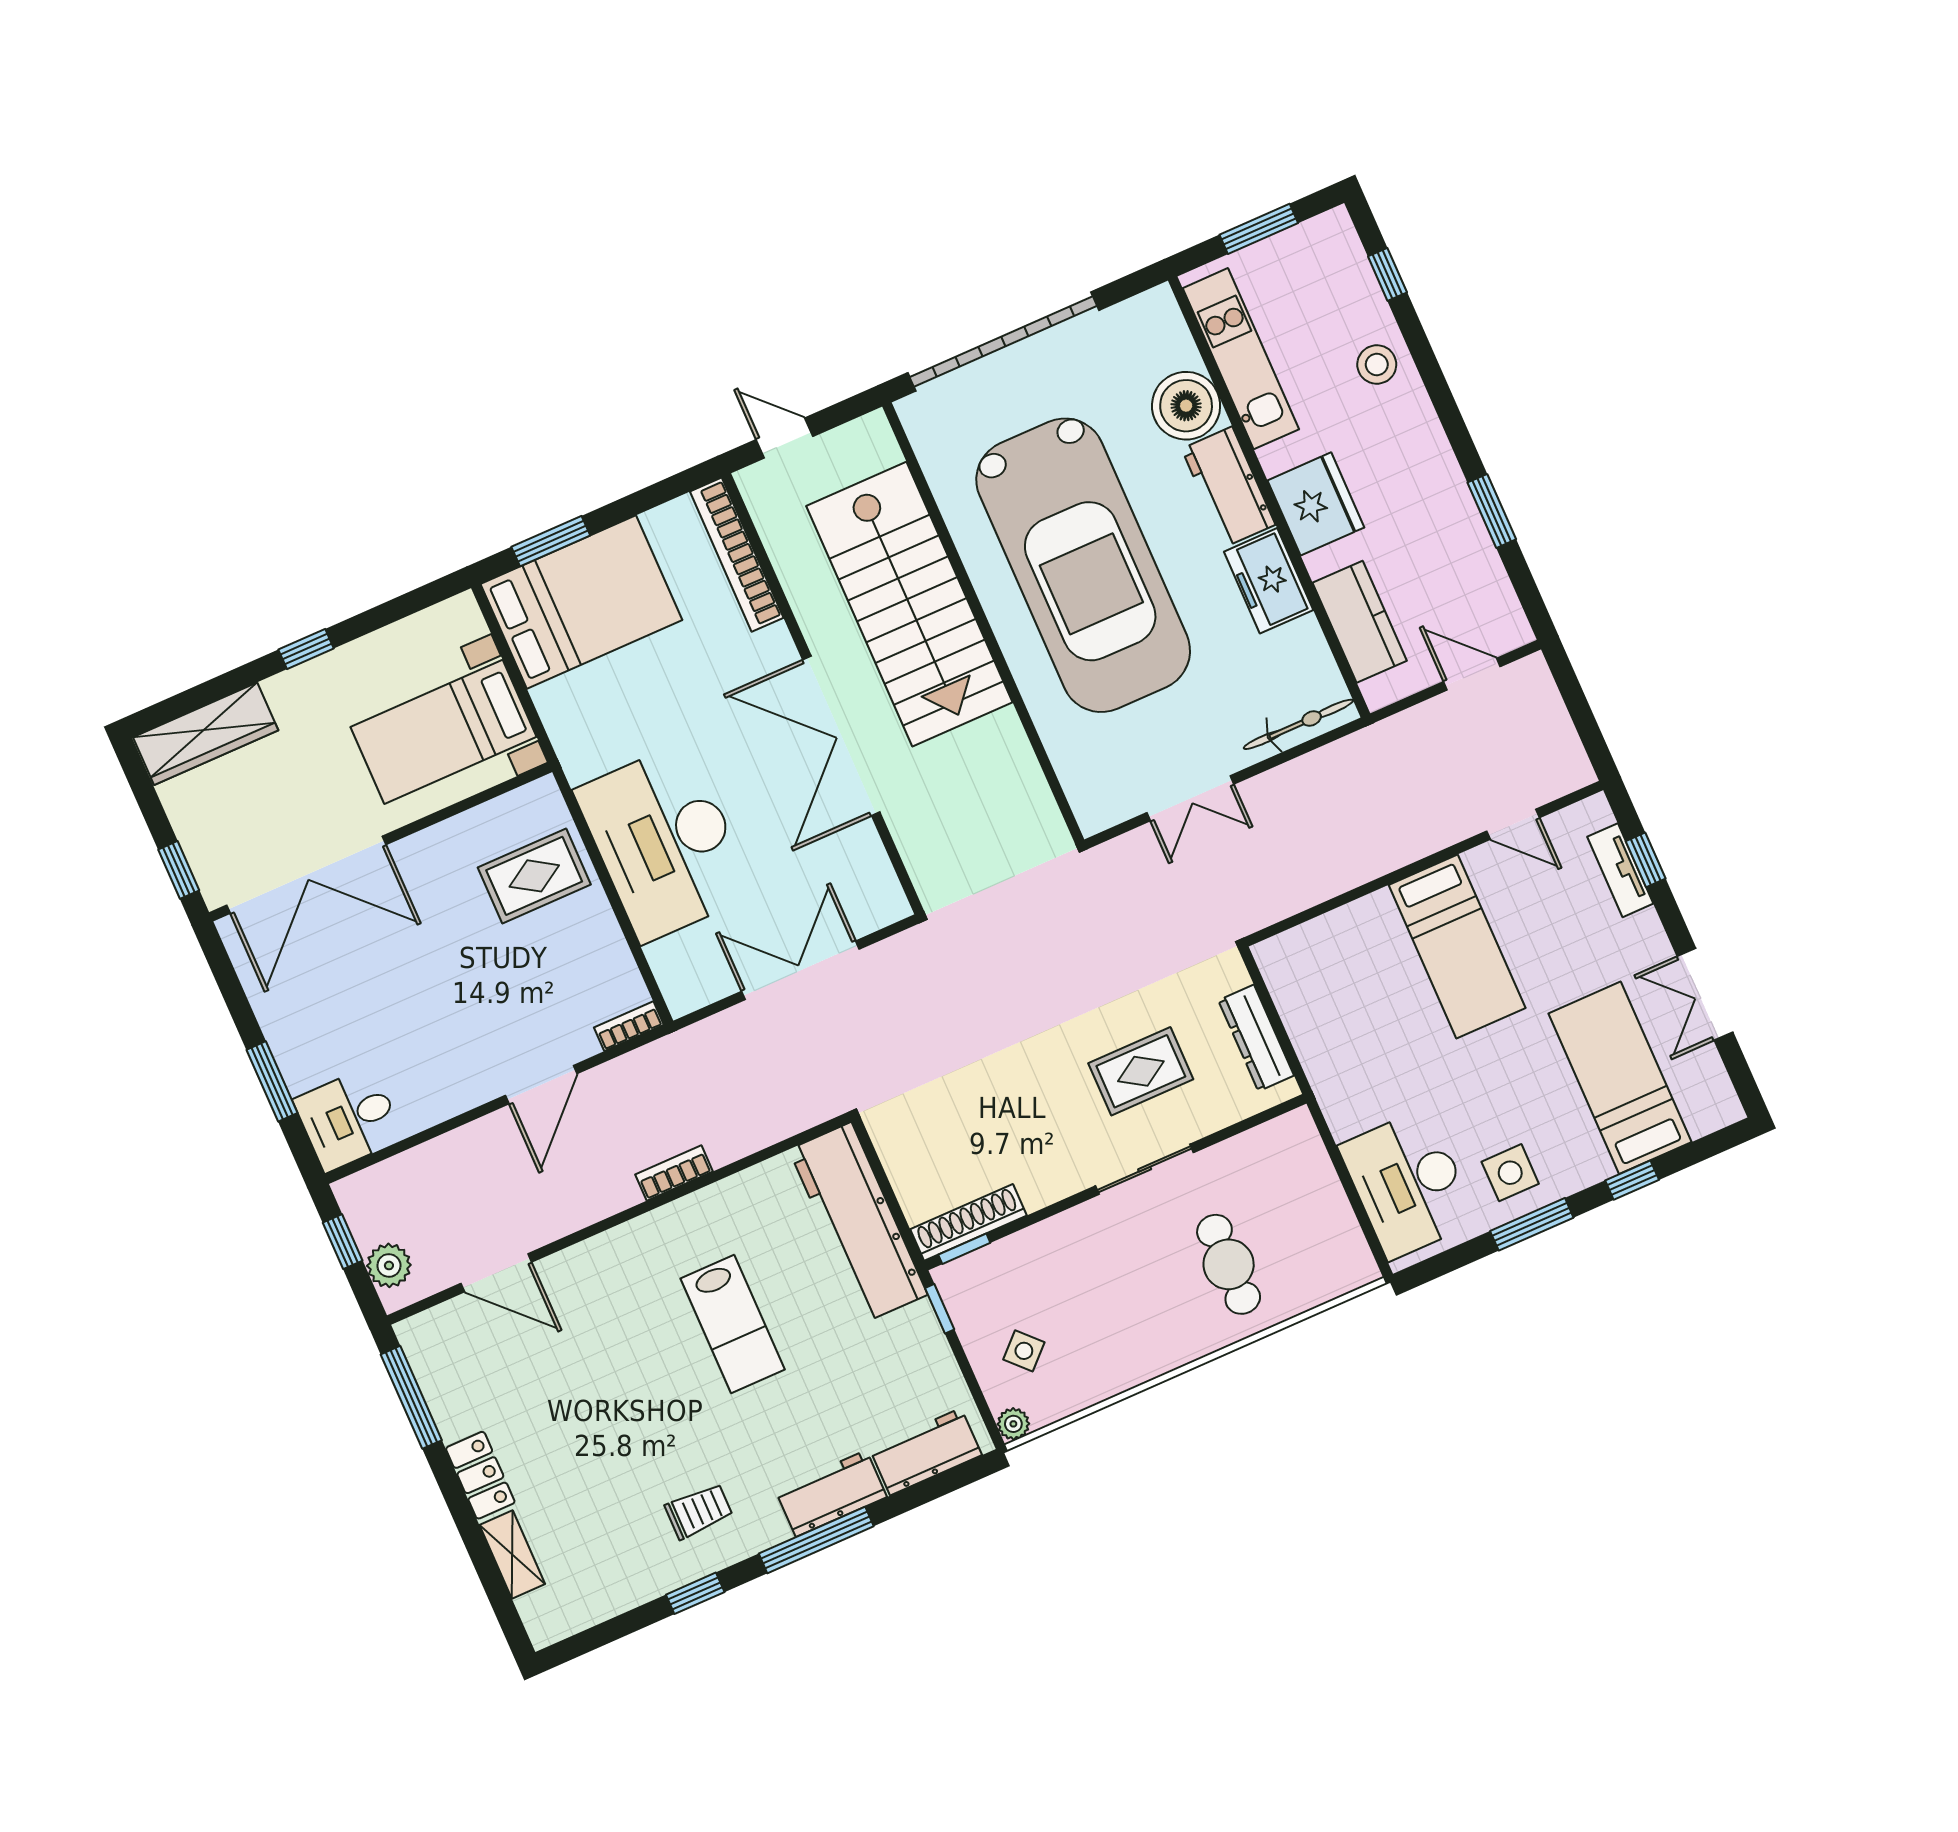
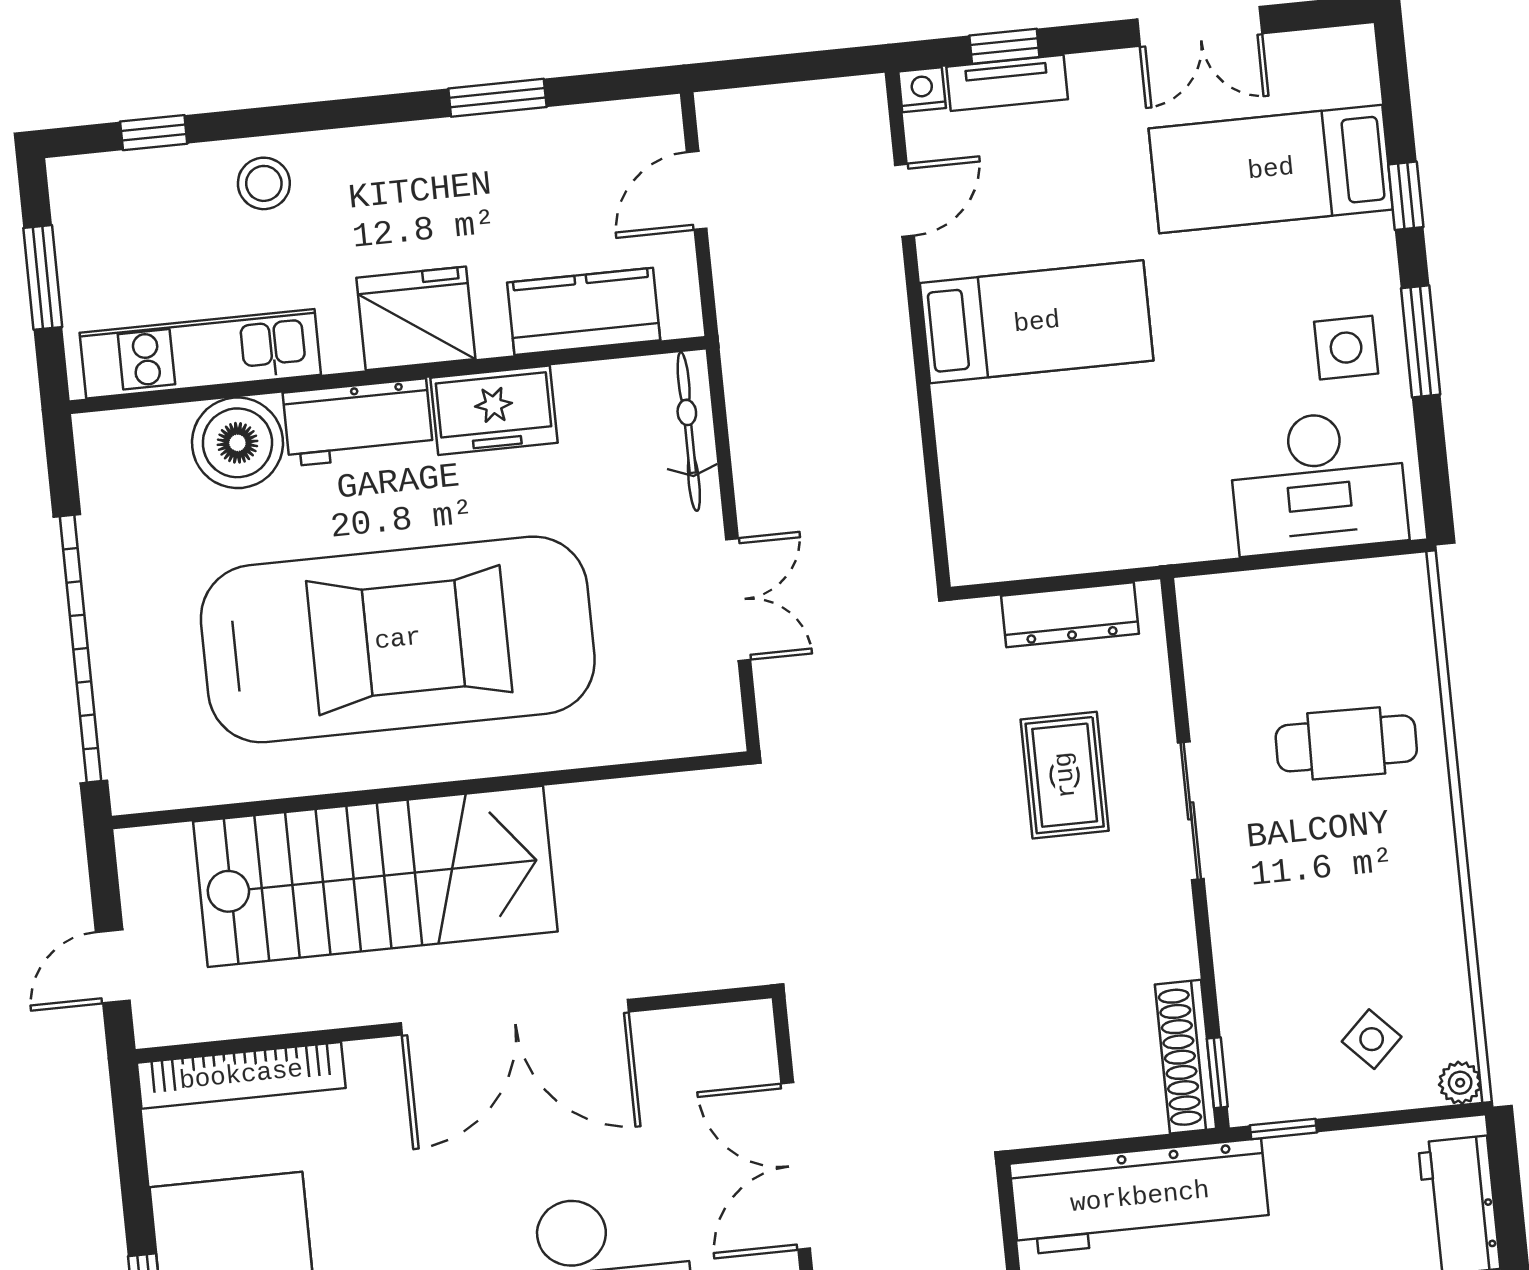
nightstand: (1596, 811) -> (922, 90), added

